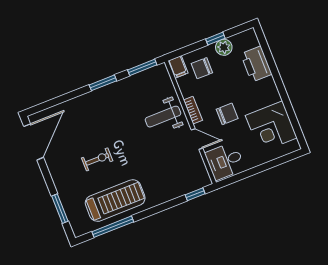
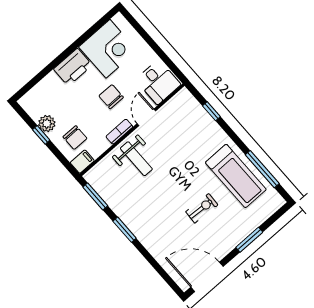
printer: (256, 64) -> (73, 67), moved
exercise bike: (97, 159) -> (202, 208), turned 93
window: (195, 194) -> (211, 111), moved
treadmill: (115, 201) -> (236, 176), turned 180
window: (60, 209) -> (249, 240), moved

